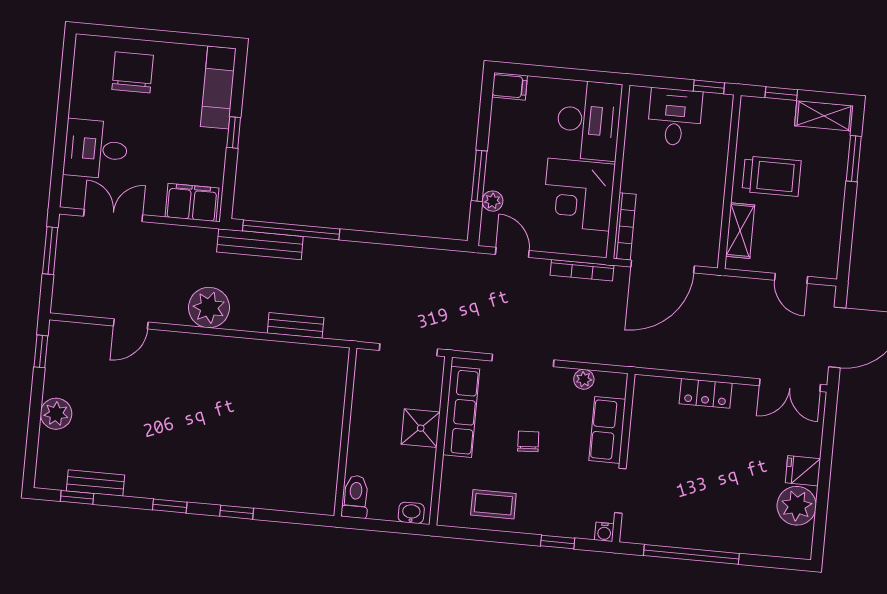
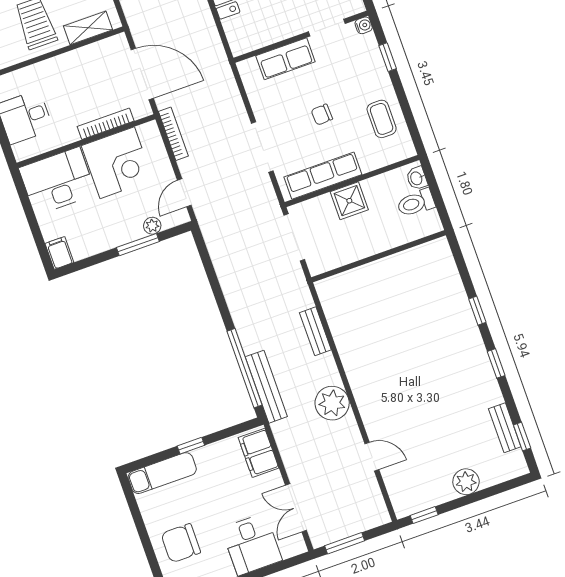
bookcase: (625, 226) -> (106, 124), moved
plant: (584, 379) -> (255, 94), removed
toilet: (356, 497) -> (416, 203), moved

